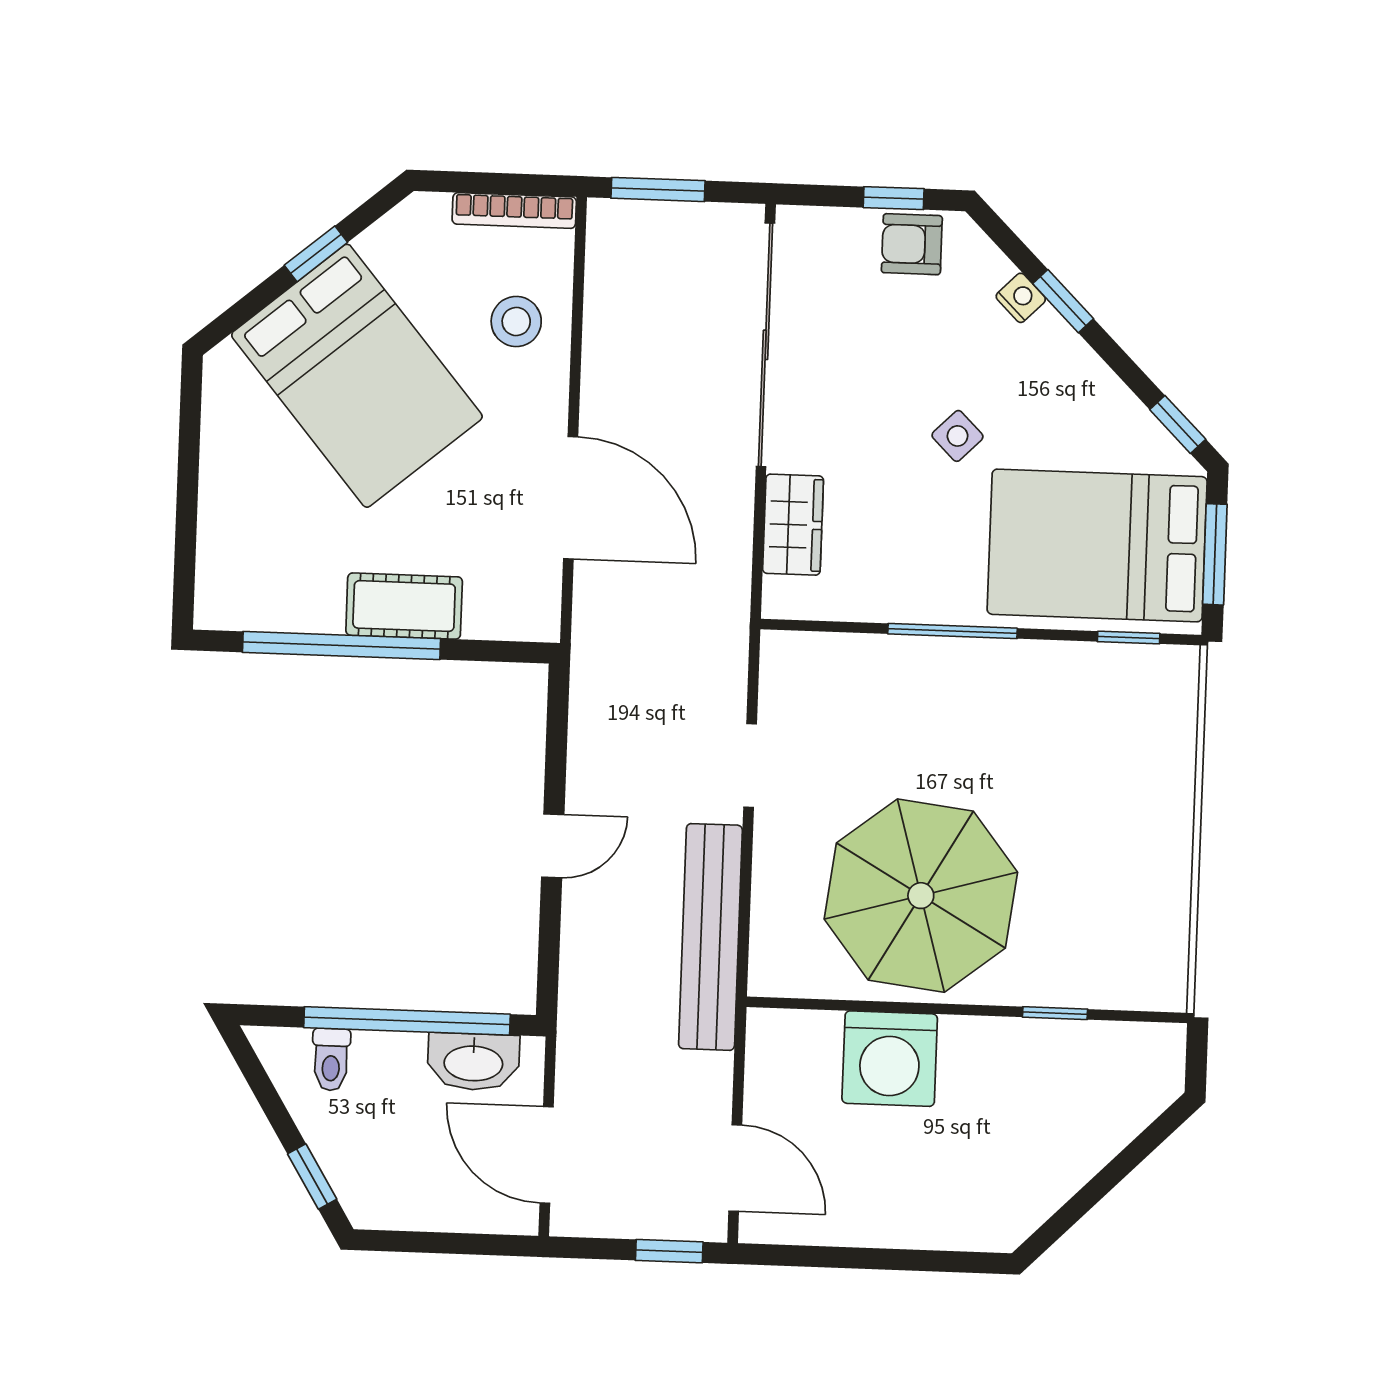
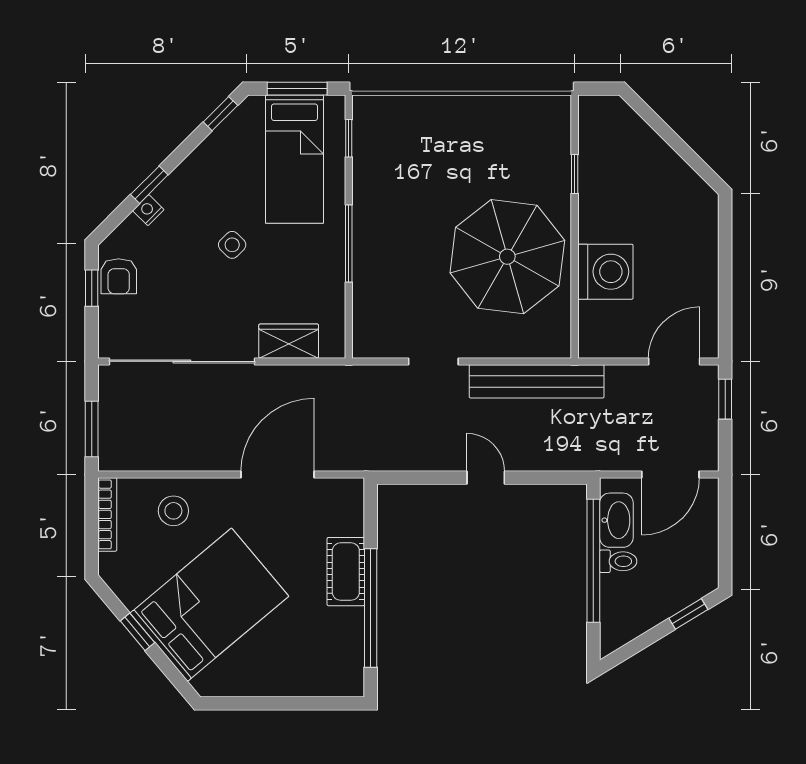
bed: (1097, 545) -> (294, 159), width x0.67
toilet: (331, 1060) -> (618, 561), moved

